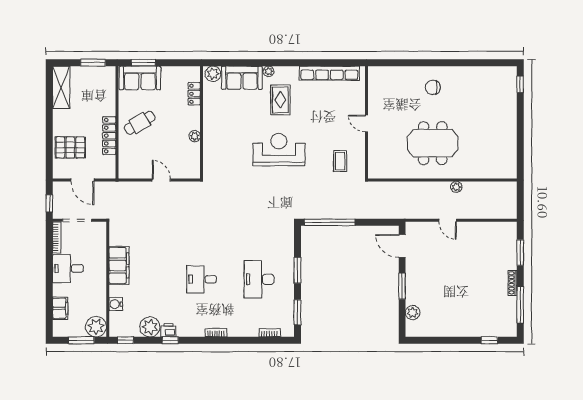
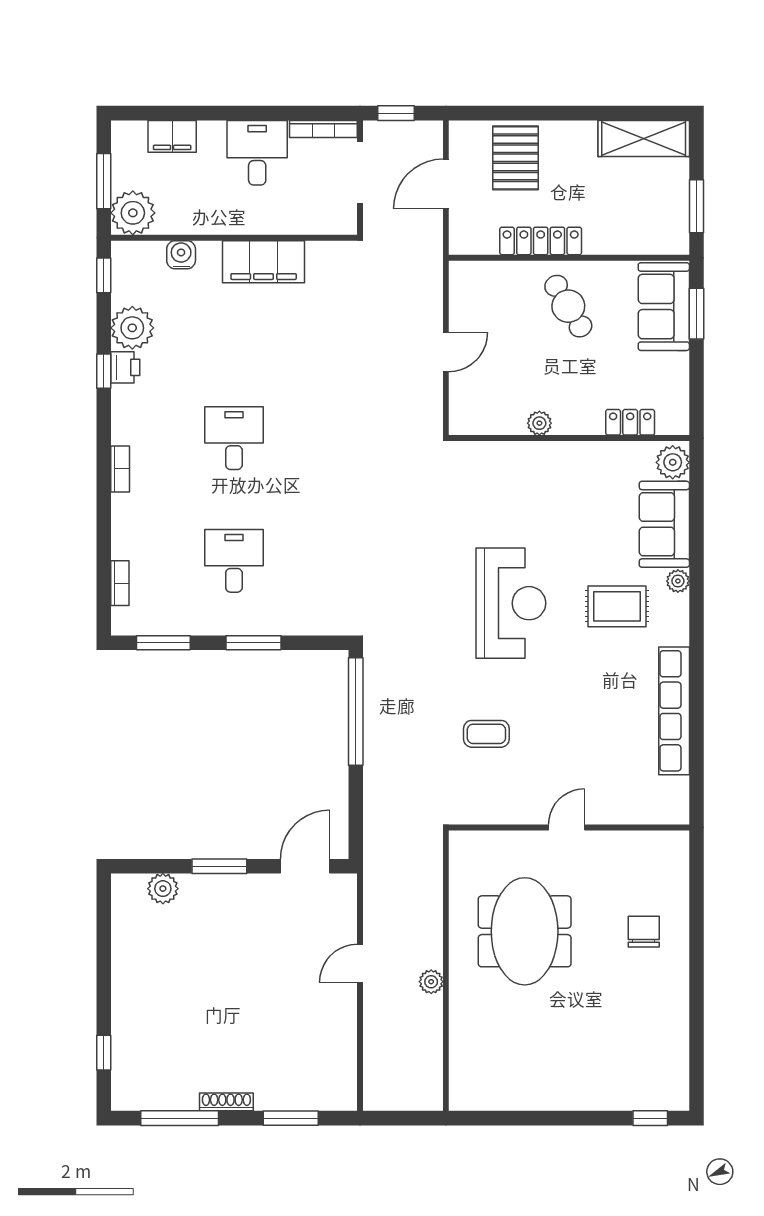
wall: (367, 122) -> (569, 828), moved
door: (367, 123) -> (567, 828), moved
desk: (259, 279) -> (234, 561), width x0.73

